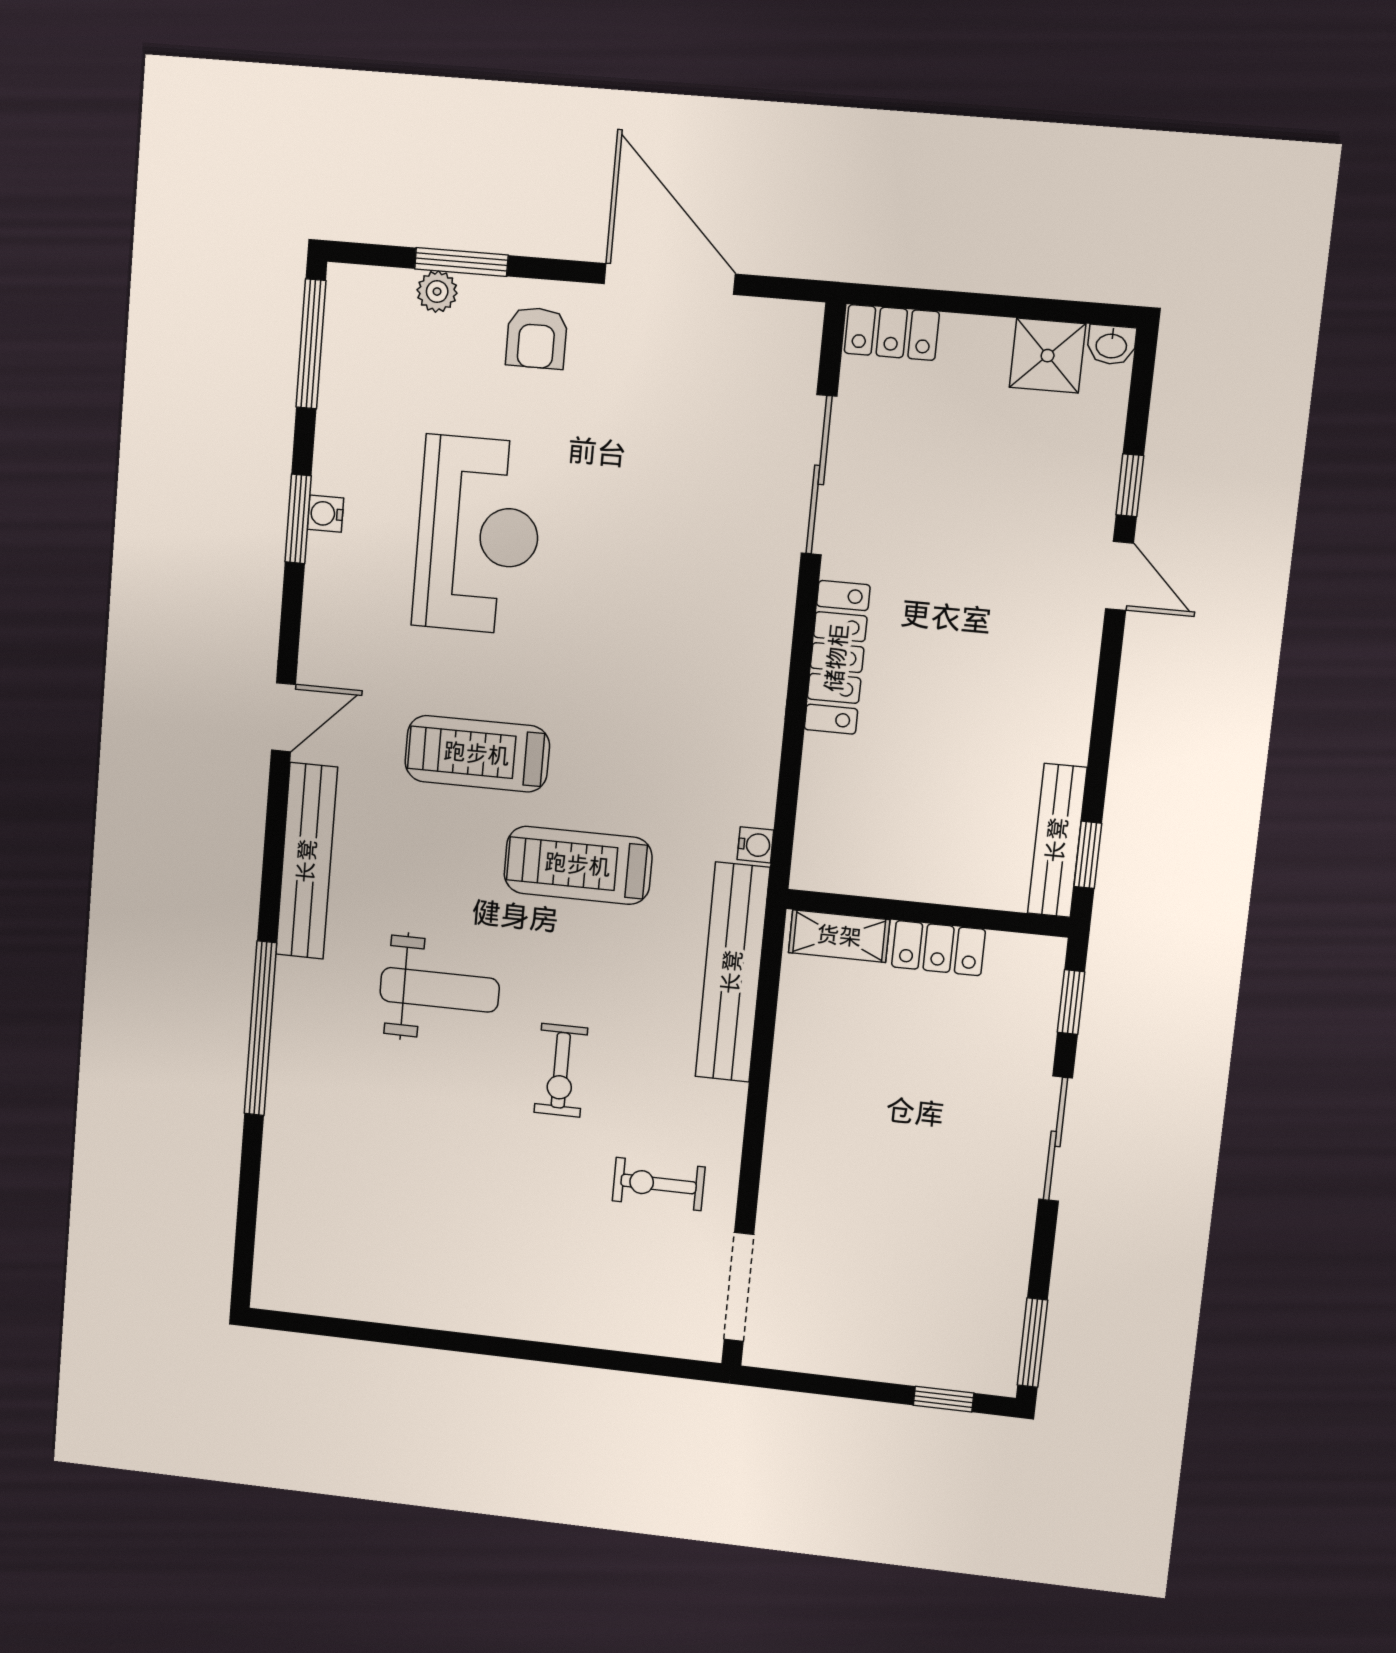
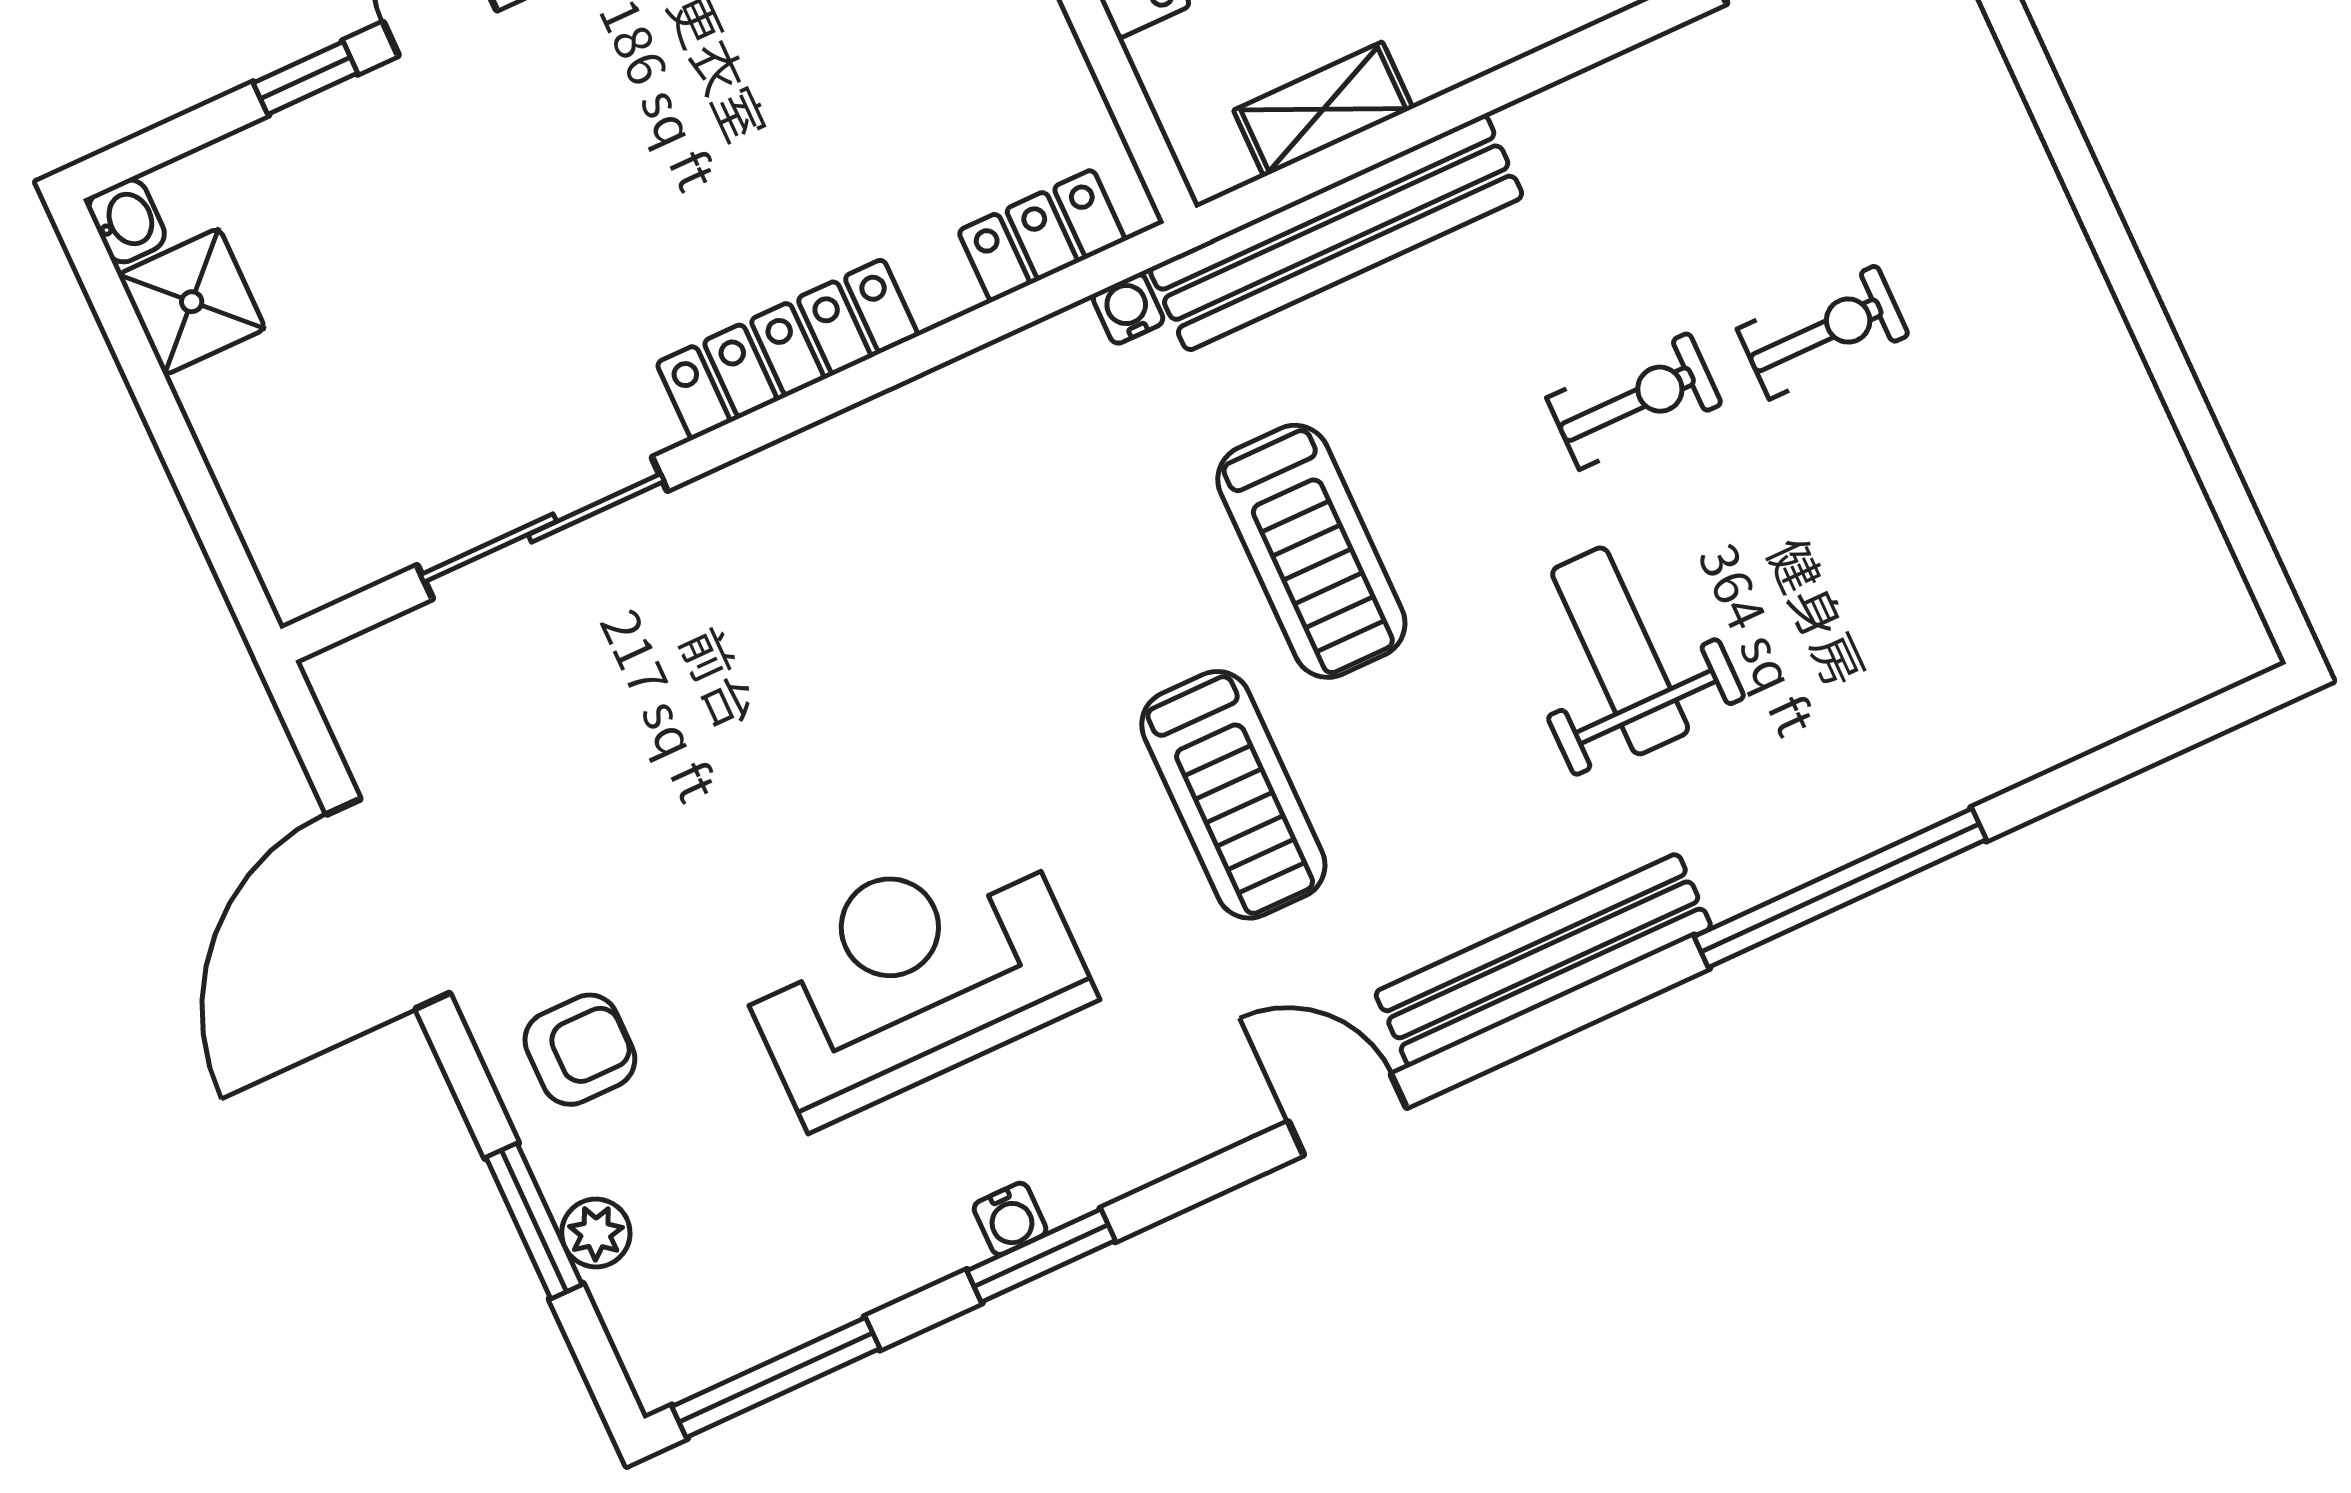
locker: (892, 332) -> (1042, 236), moved, turned -90
shelving: (839, 936) -> (1323, 109), moved, turned 90
exercise bike: (659, 1184) -> (1823, 332), moved, turned -90

